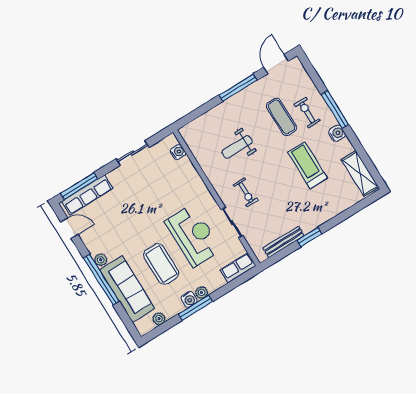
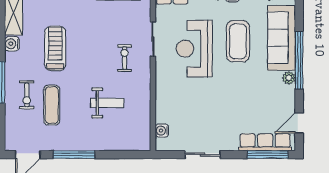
water cooler: (337, 133) -> (12, 44), moved
treadmill: (308, 165) -> (55, 48), turned 180
door: (69, 228) -> (299, 123), hinge flipped

